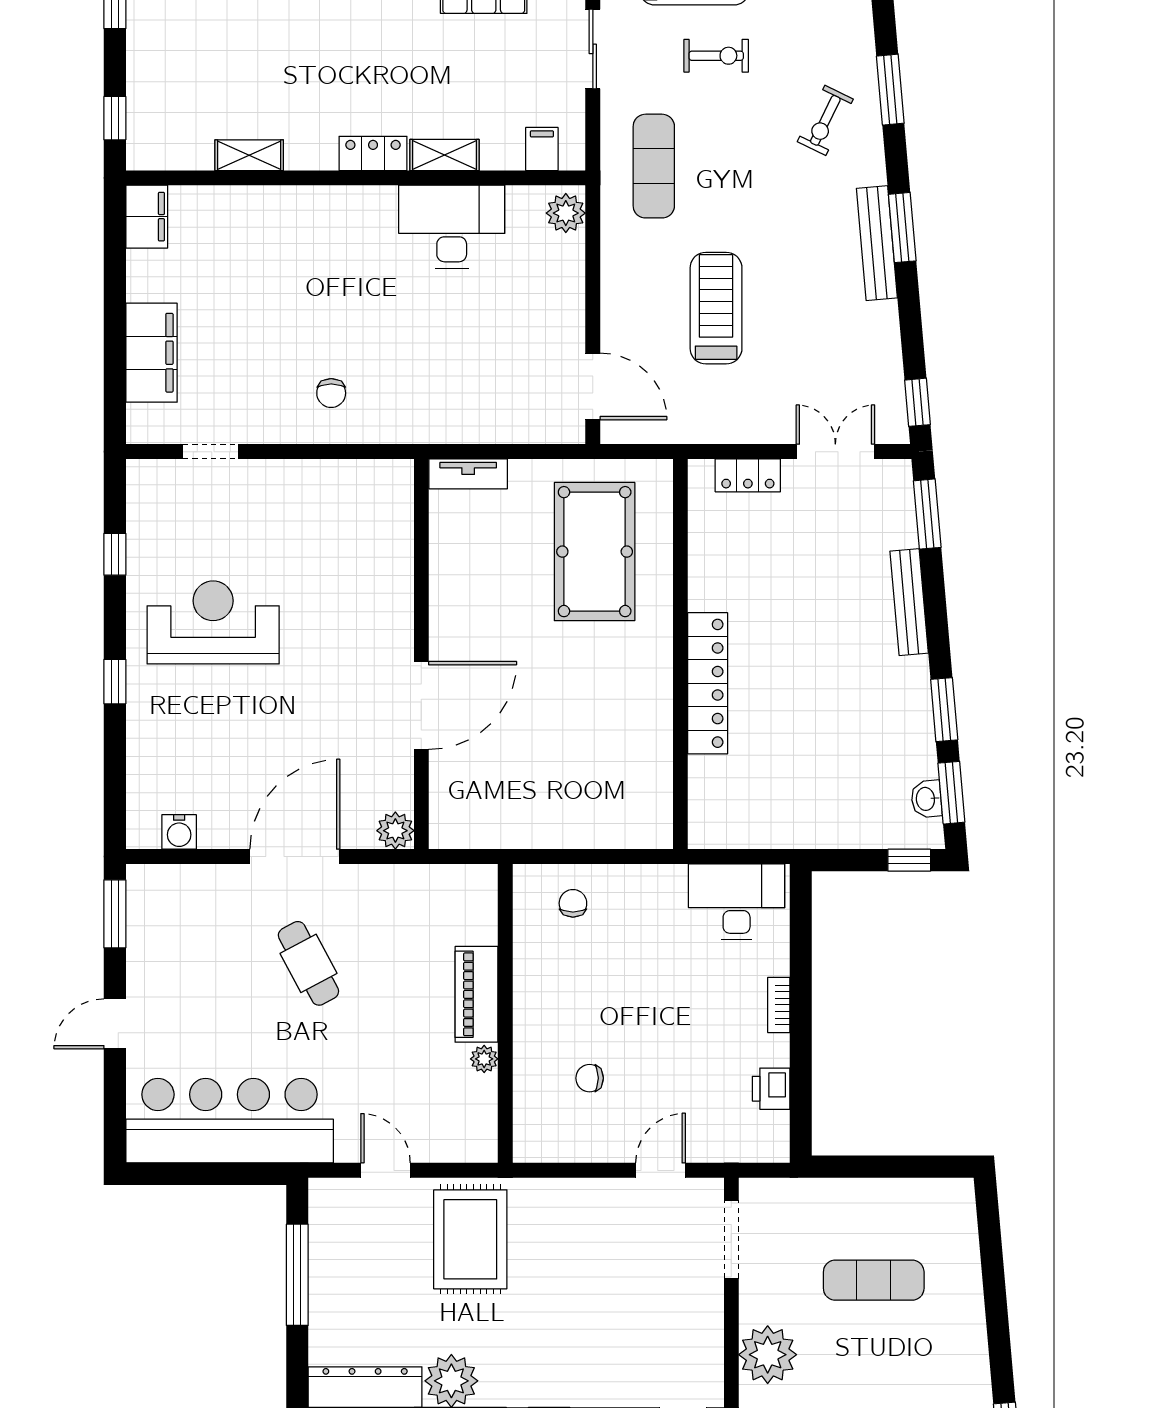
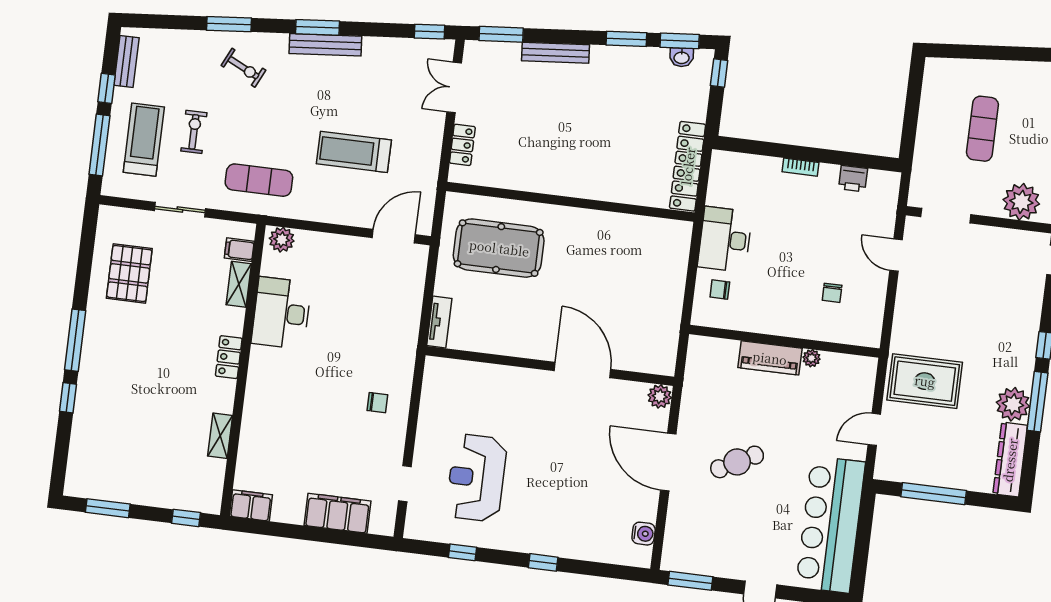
shelving: (445, 155) -> (239, 284), moved
reception desk: (213, 622) -> (476, 478), moved
locker: (708, 683) -> (688, 166), moved, turned -90
desk: (737, 902) -> (725, 239), moved

